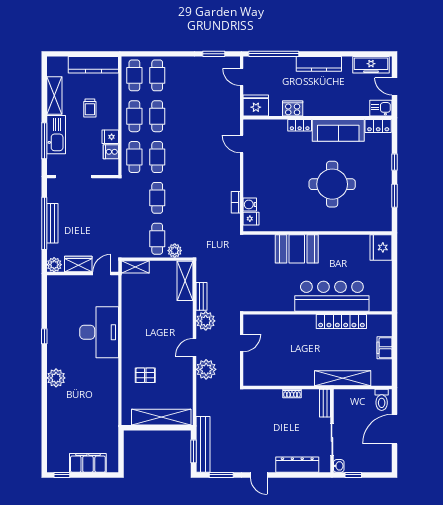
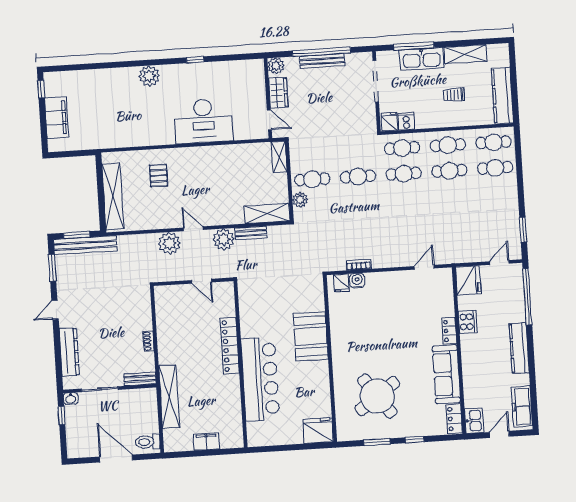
fridge: (110, 137) -> (389, 122), moved
round table: (332, 184) -> (377, 396), moved, turned -36
locker: (341, 321) -> (230, 346), moved

